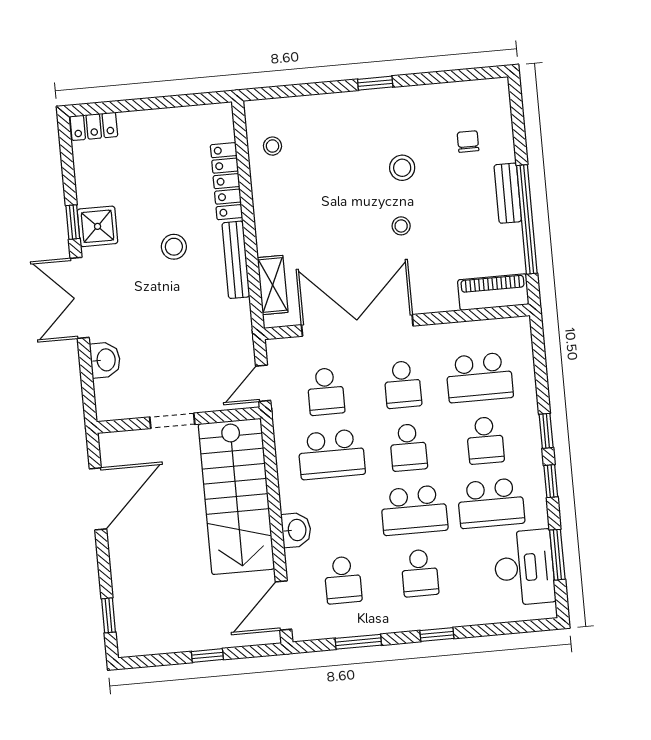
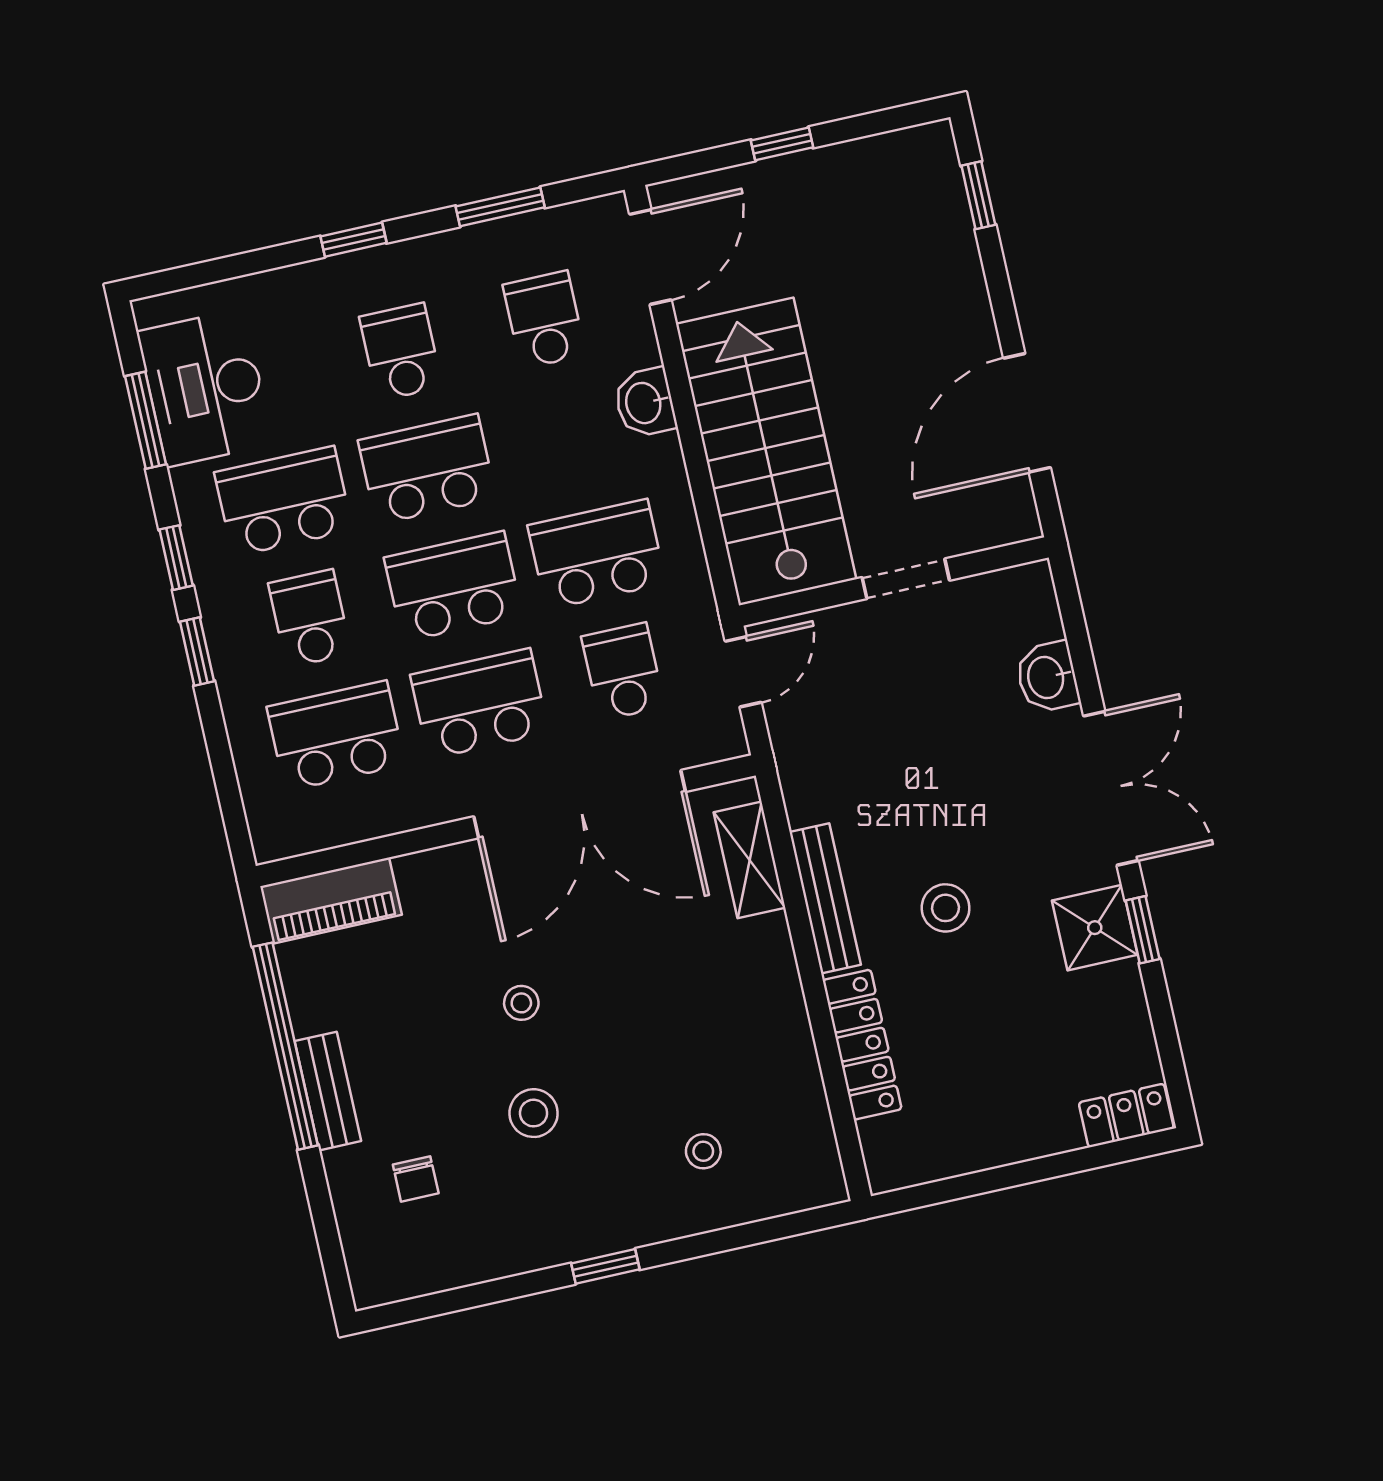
stool: (272, 146) -> (703, 1151), moved
school desk: (403, 384) -> (480, 704), width x1.85
school desk: (408, 447) -> (453, 586), width x1.85

